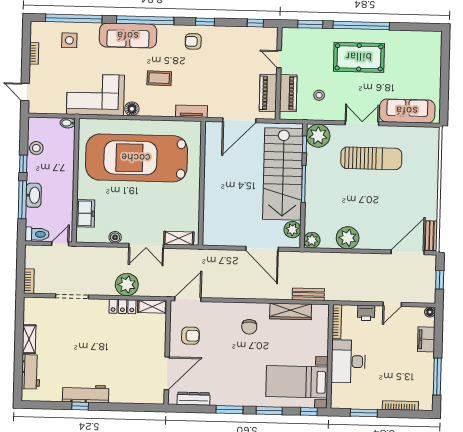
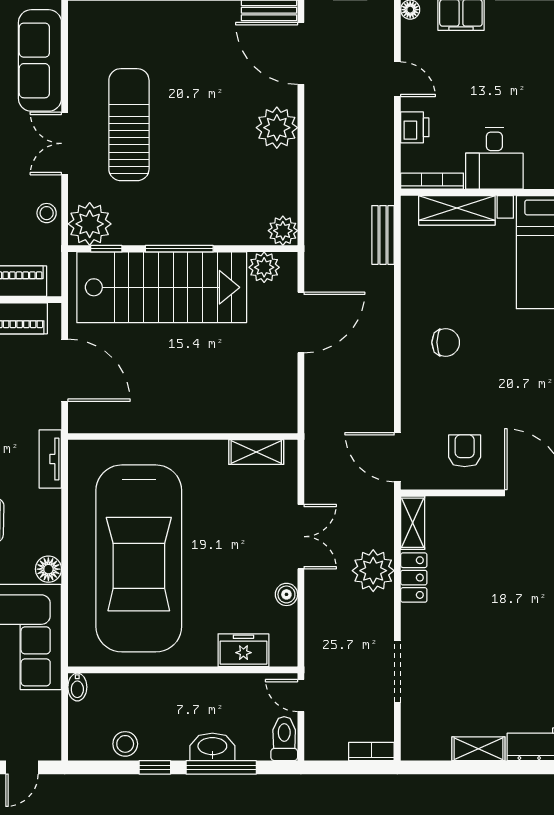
stool: (319, 95) -> (47, 213), moved
shelving: (179, 238) -> (256, 452), moved, turned 90
plant: (348, 238) -> (277, 128), moved
wardrobe: (291, 311) -> (457, 210), moved, turned 90
desk: (348, 361) -> (494, 158), width x0.73

